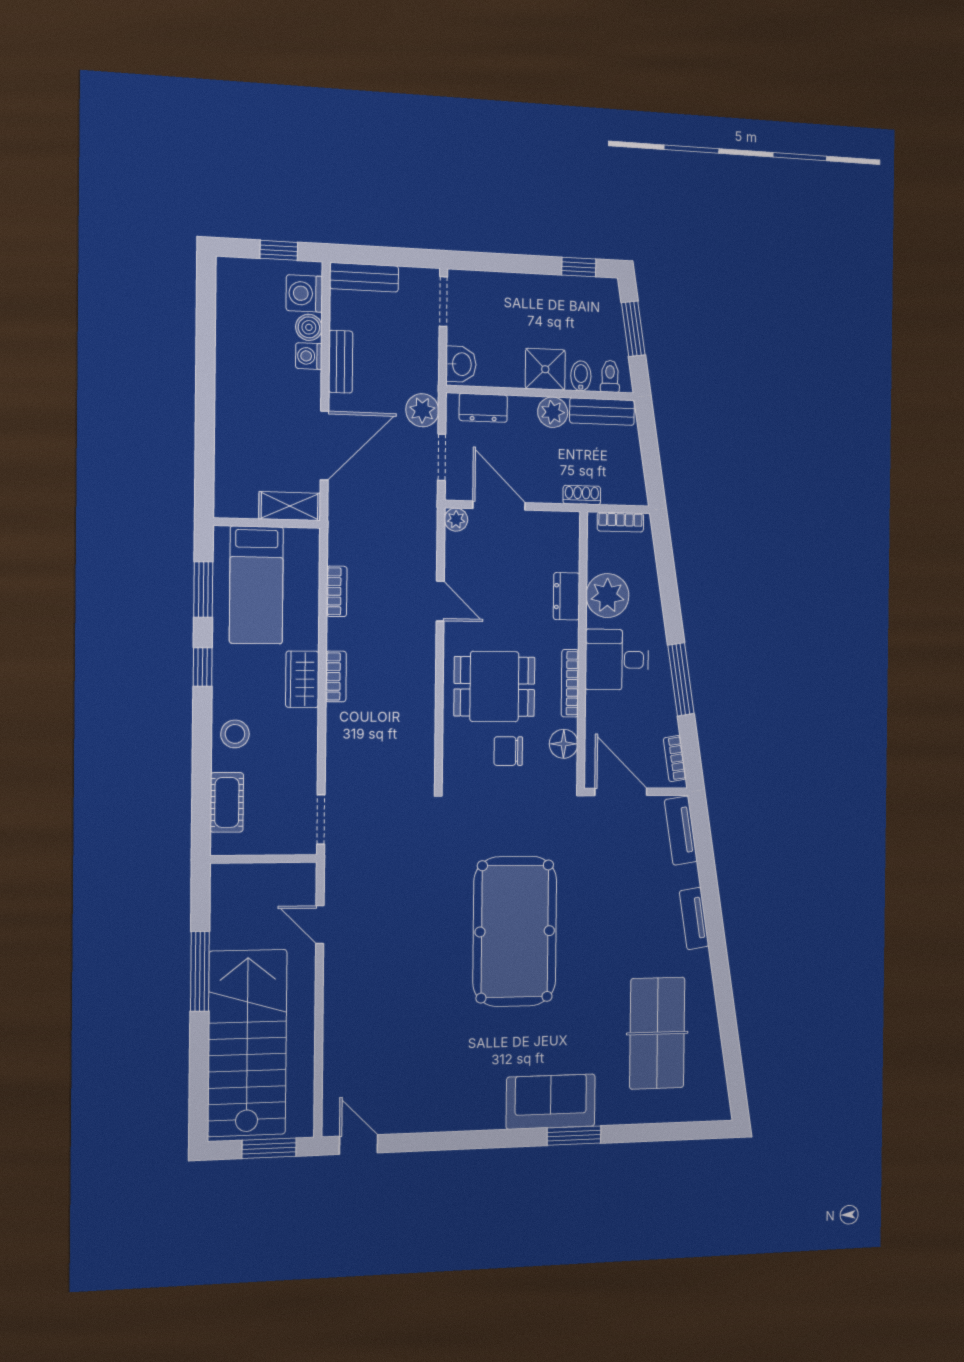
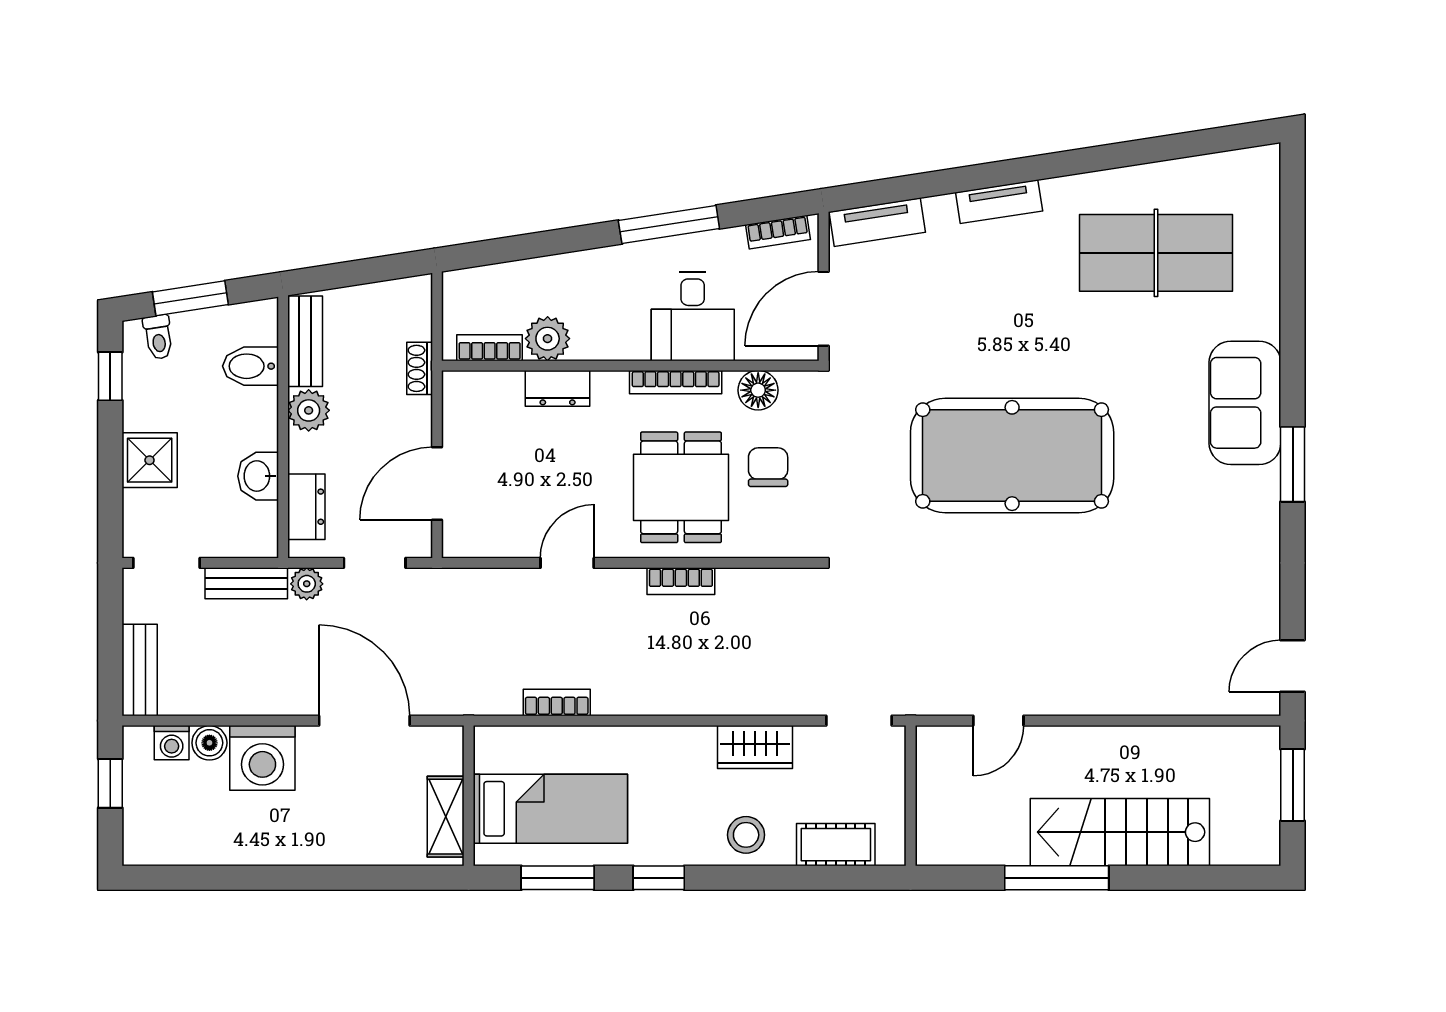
washing machine: (304, 293) -> (172, 743), width x0.73, depth x0.73
washing machine: (309, 356) -> (262, 758), width x1.89, depth x1.89
bench: (341, 362) -> (246, 583), moved
washbasin: (461, 364) -> (258, 476), moved, turned -90
shower: (545, 369) -> (150, 460), moved
bidet: (581, 376) -> (251, 366), width x1.38, depth x1.36
toilet: (610, 376) -> (158, 337), moved, turned -99
plant: (422, 410) -> (307, 584), width x0.73, depth x0.73
shelving: (290, 506) -> (446, 817), moved
plant: (456, 520) -> (457, 542), removed
bookcase: (620, 522) -> (490, 348), moved, turned -90
plant: (607, 596) -> (548, 339), width x0.73, depth x0.73
desk: (617, 660) -> (693, 316), moved
bookcase: (336, 676) -> (681, 581), moved, turned 180
wardrobe: (302, 679) -> (755, 747), moved
chair: (508, 751) -> (768, 467), turned 180
stairs: (247, 1043) -> (1120, 832), width x0.73, depth x0.66
window: (574, 1136) -> (1293, 464), moved

